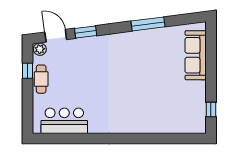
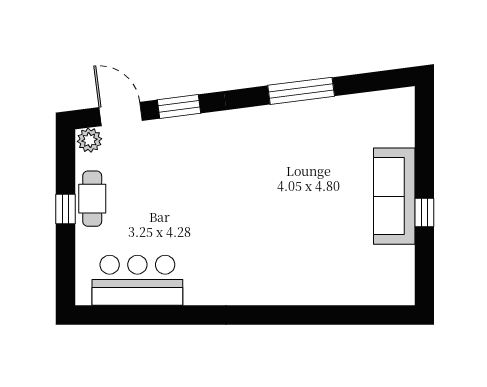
sofa: (196, 55) -> (394, 196), moved
window: (28, 71) -> (65, 209), moved
window: (211, 110) -> (424, 213), moved

